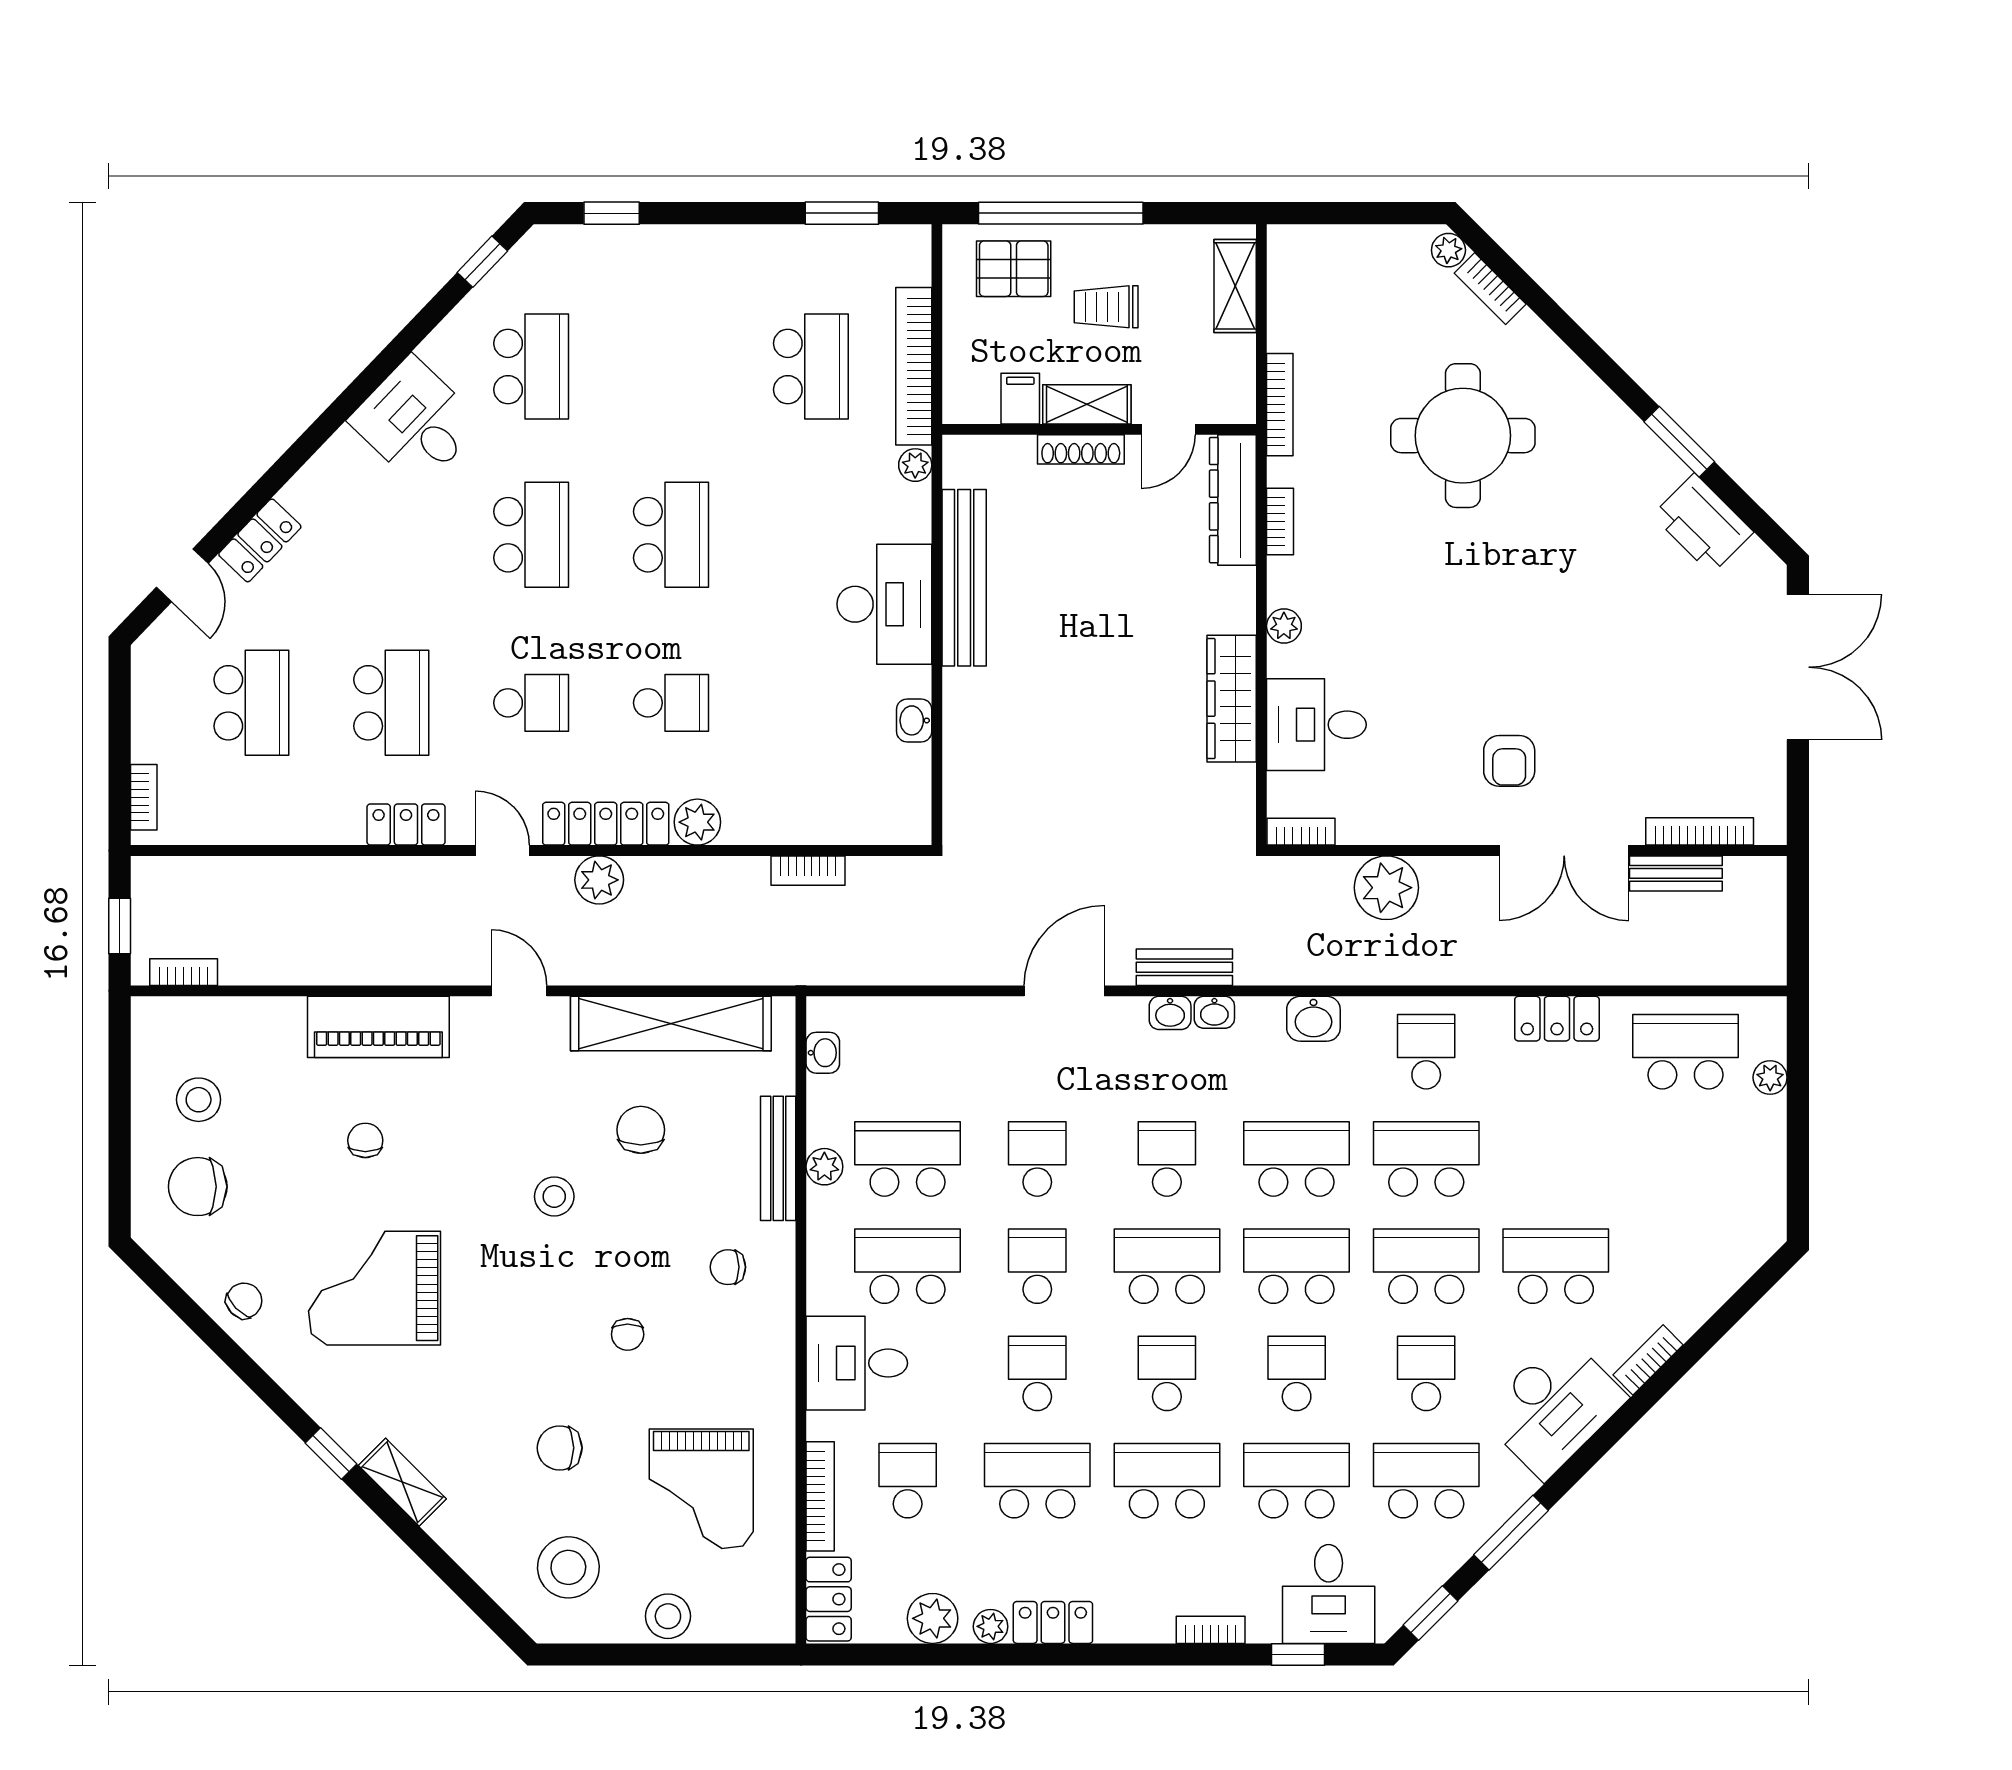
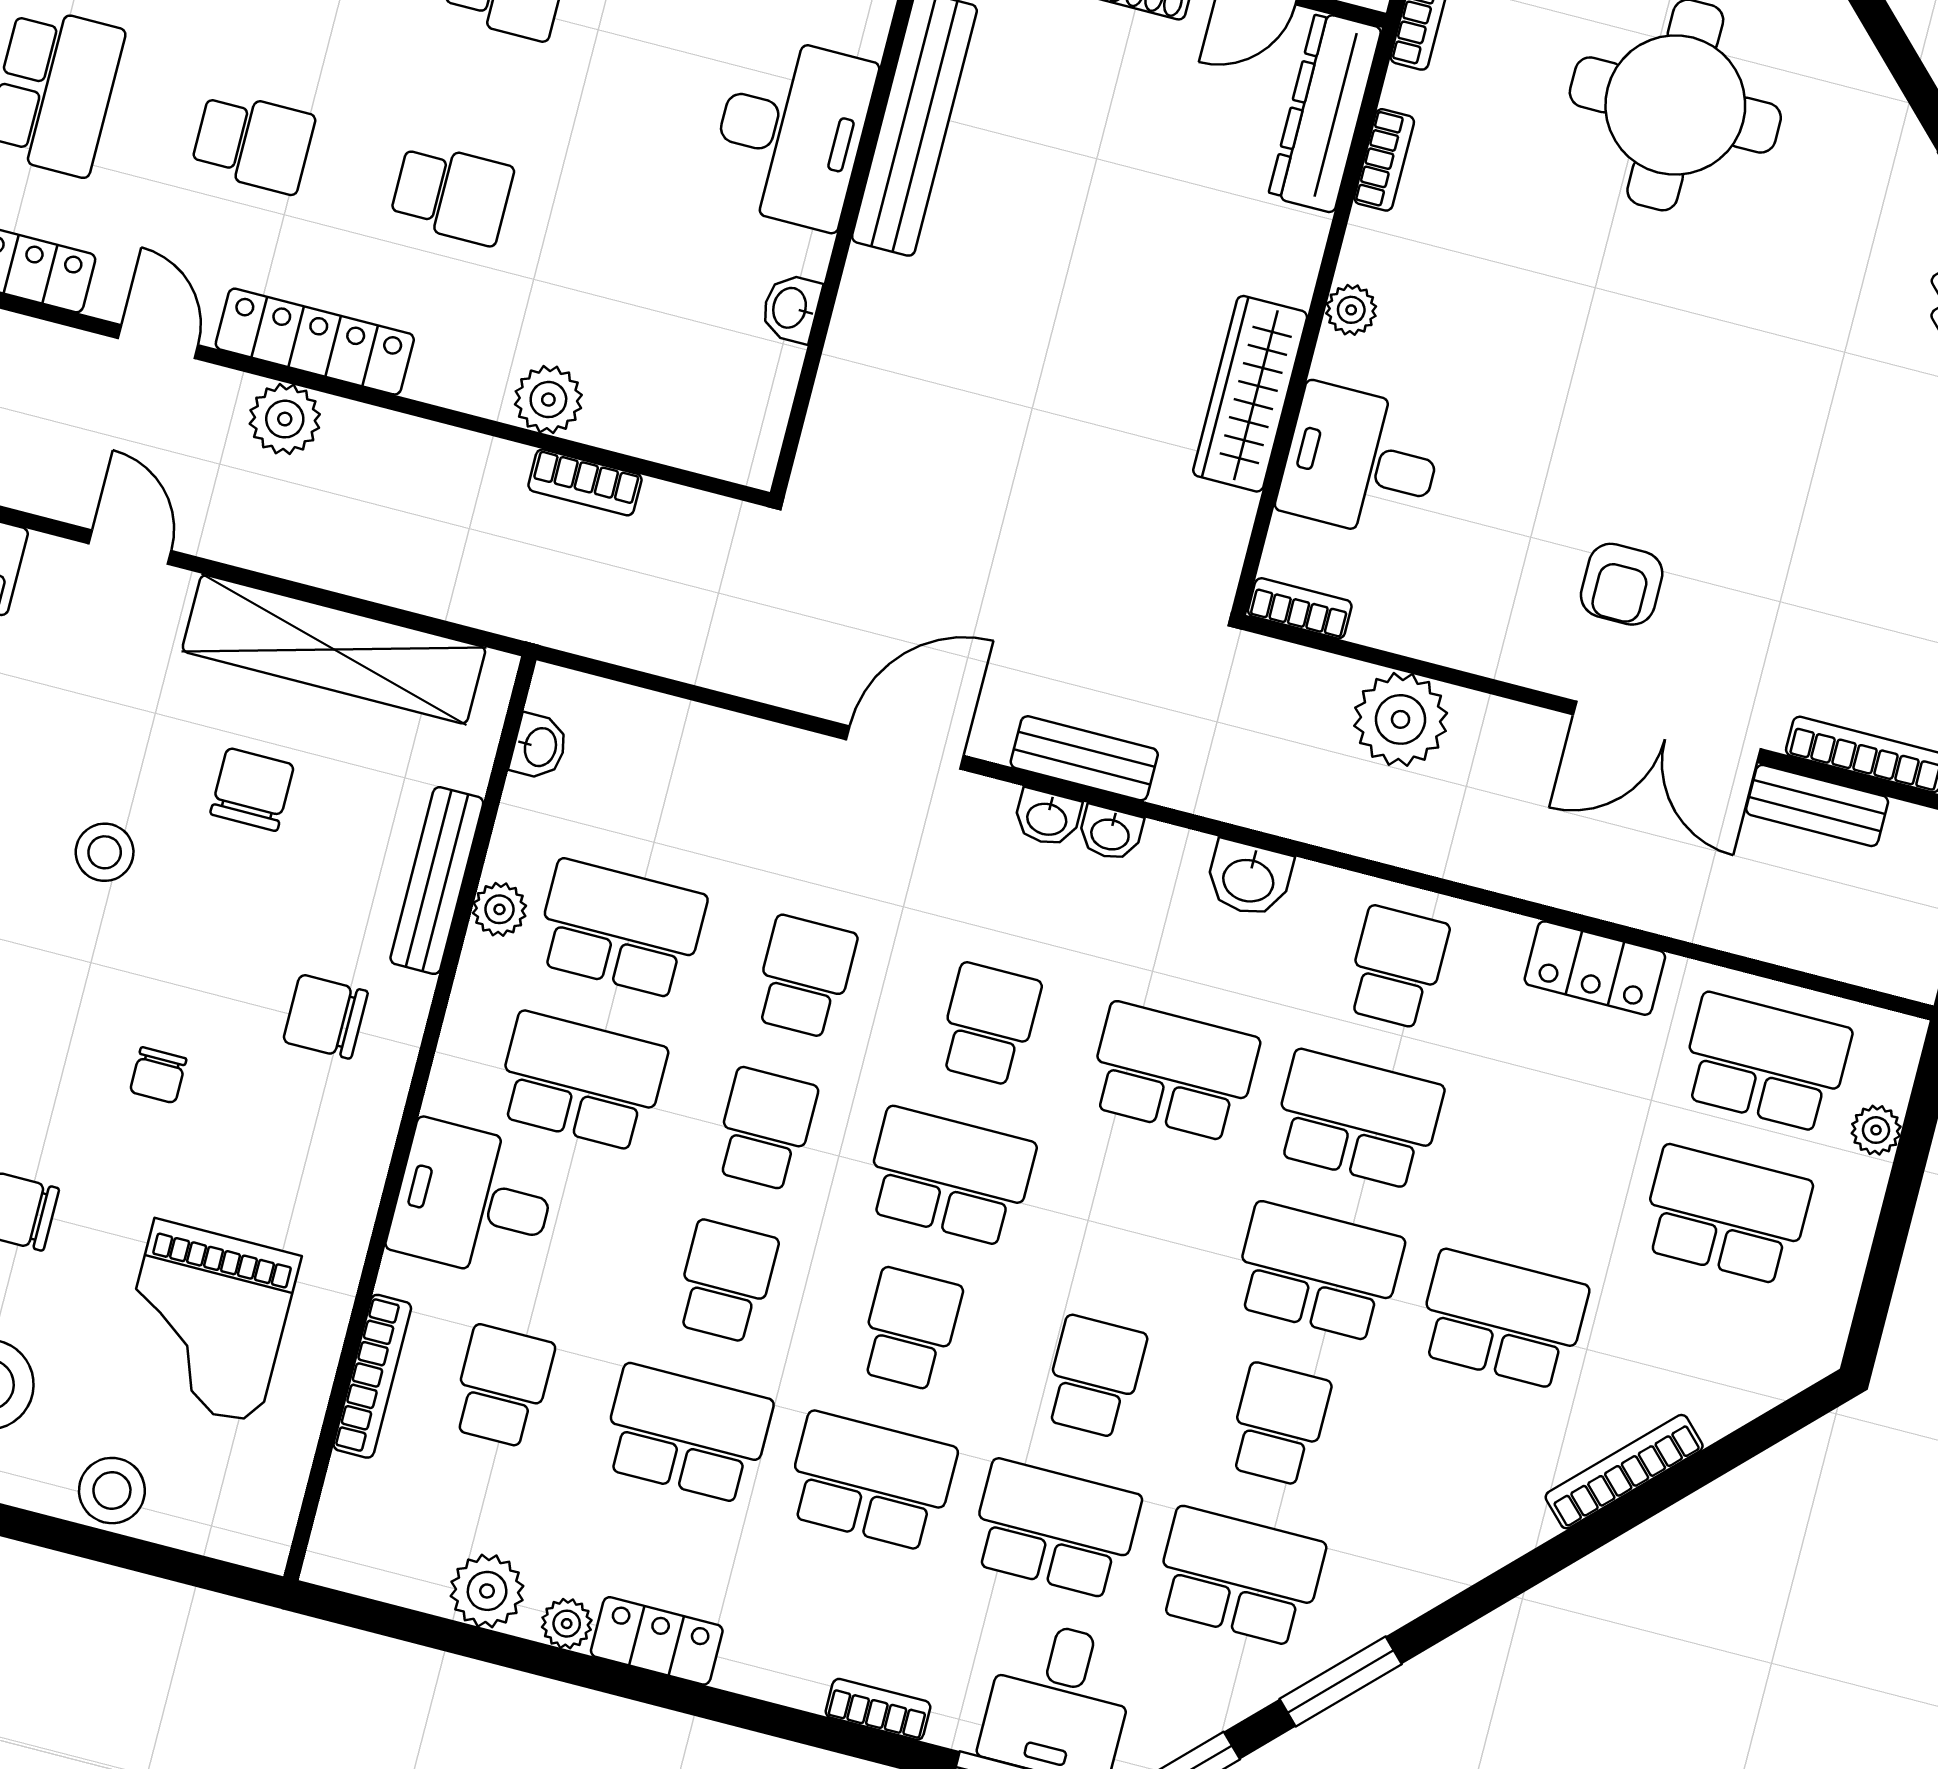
plant: (697, 822) -> (548, 400), moved
school desk: (1297, 1266) -> (1726, 1215), moved
chair: (728, 1267) -> (325, 1017), width x1.37, depth x1.37
bookcase: (1648, 1360) -> (1624, 1472), width x1.56
desk: (1553, 1407) -> (1447, 1518), removed
locker: (829, 1599) -> (347, 1525), removed

